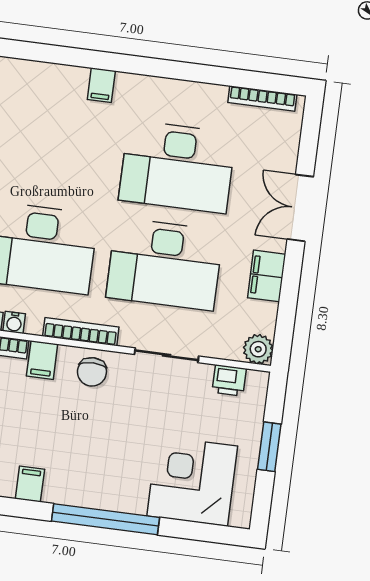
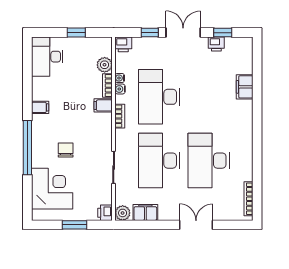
filing cabinet: (101, 85) -> (245, 87), moved, width x2.00
filing cabinet: (267, 276) -> (145, 212), moved
bookcase: (81, 332) -> (120, 116), width x0.64
chair: (92, 372) -> (66, 150), moved, turned 90
printer: (229, 380) -> (105, 213), moved

